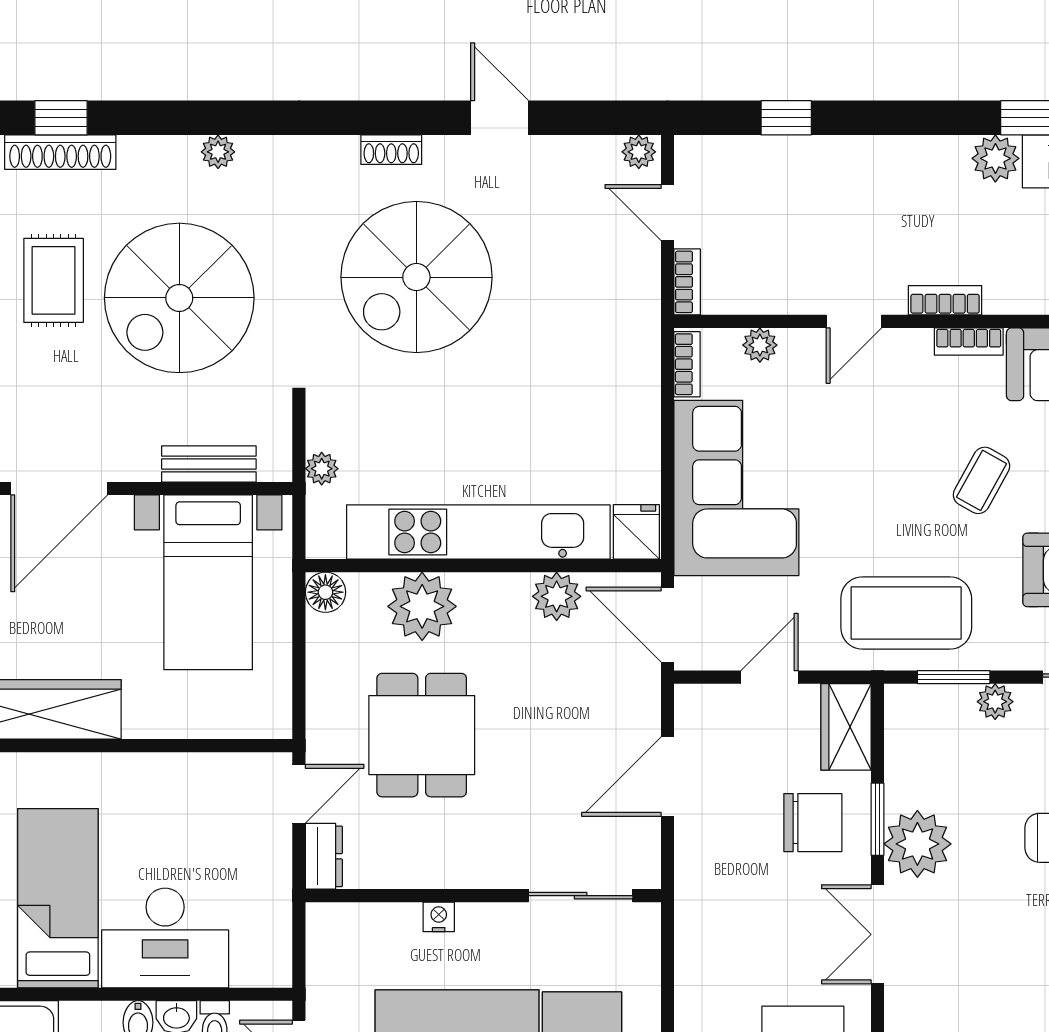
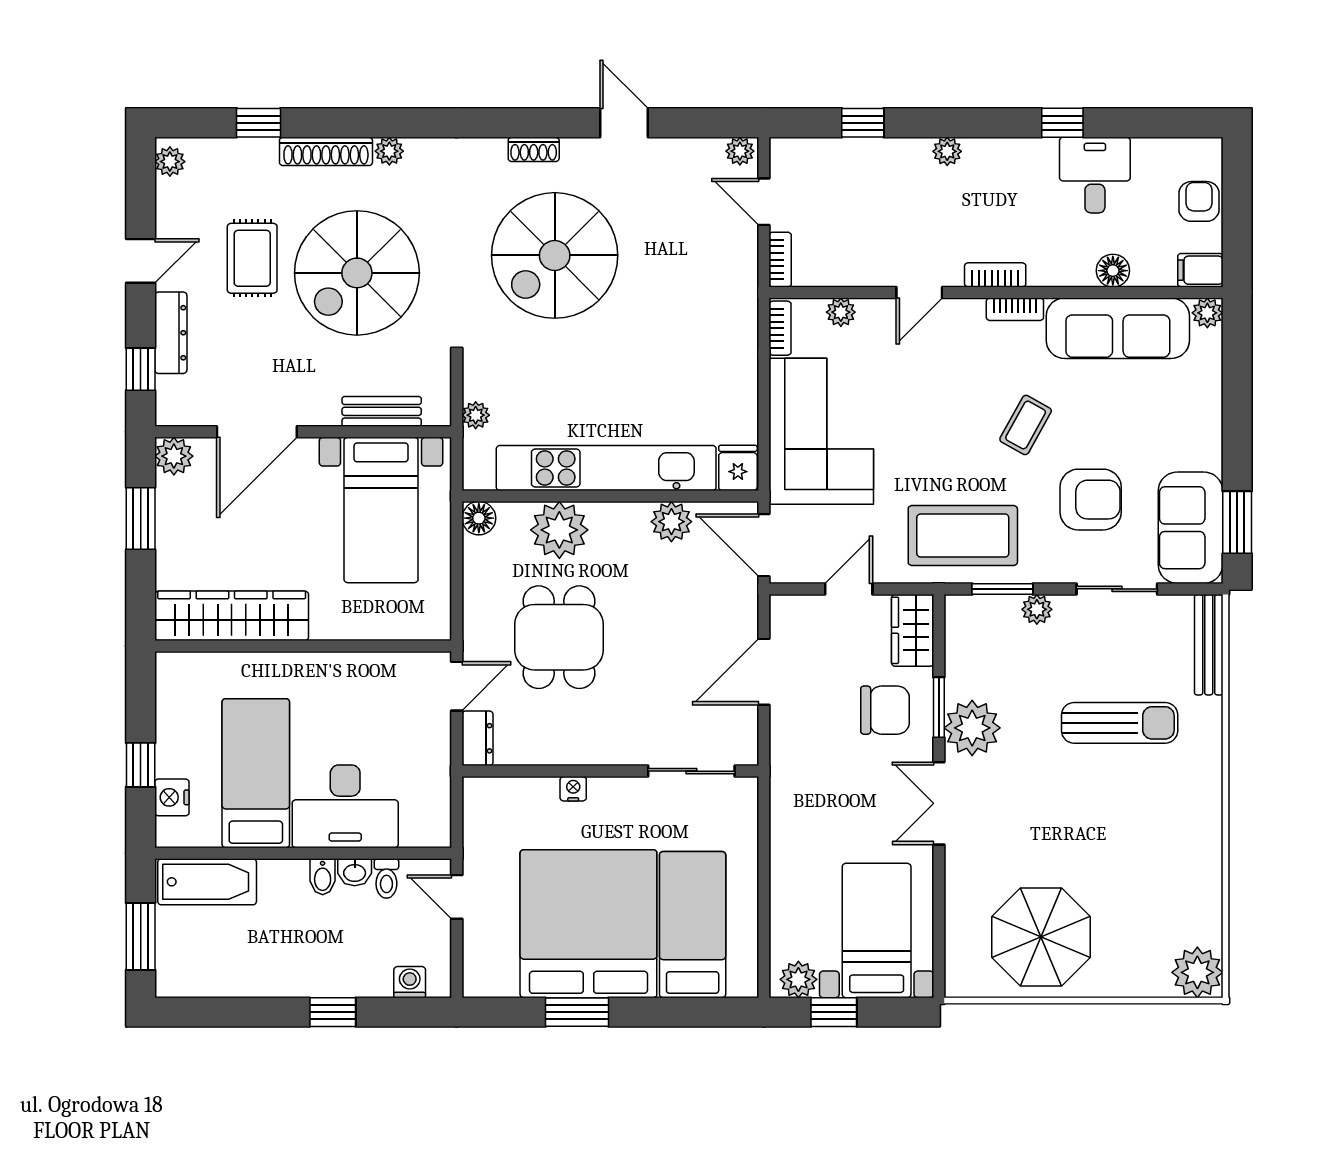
shoe rack: (60, 152) -> (326, 151), moved
plant: (995, 158) -> (947, 151), moved, width x0.73, depth x0.73

